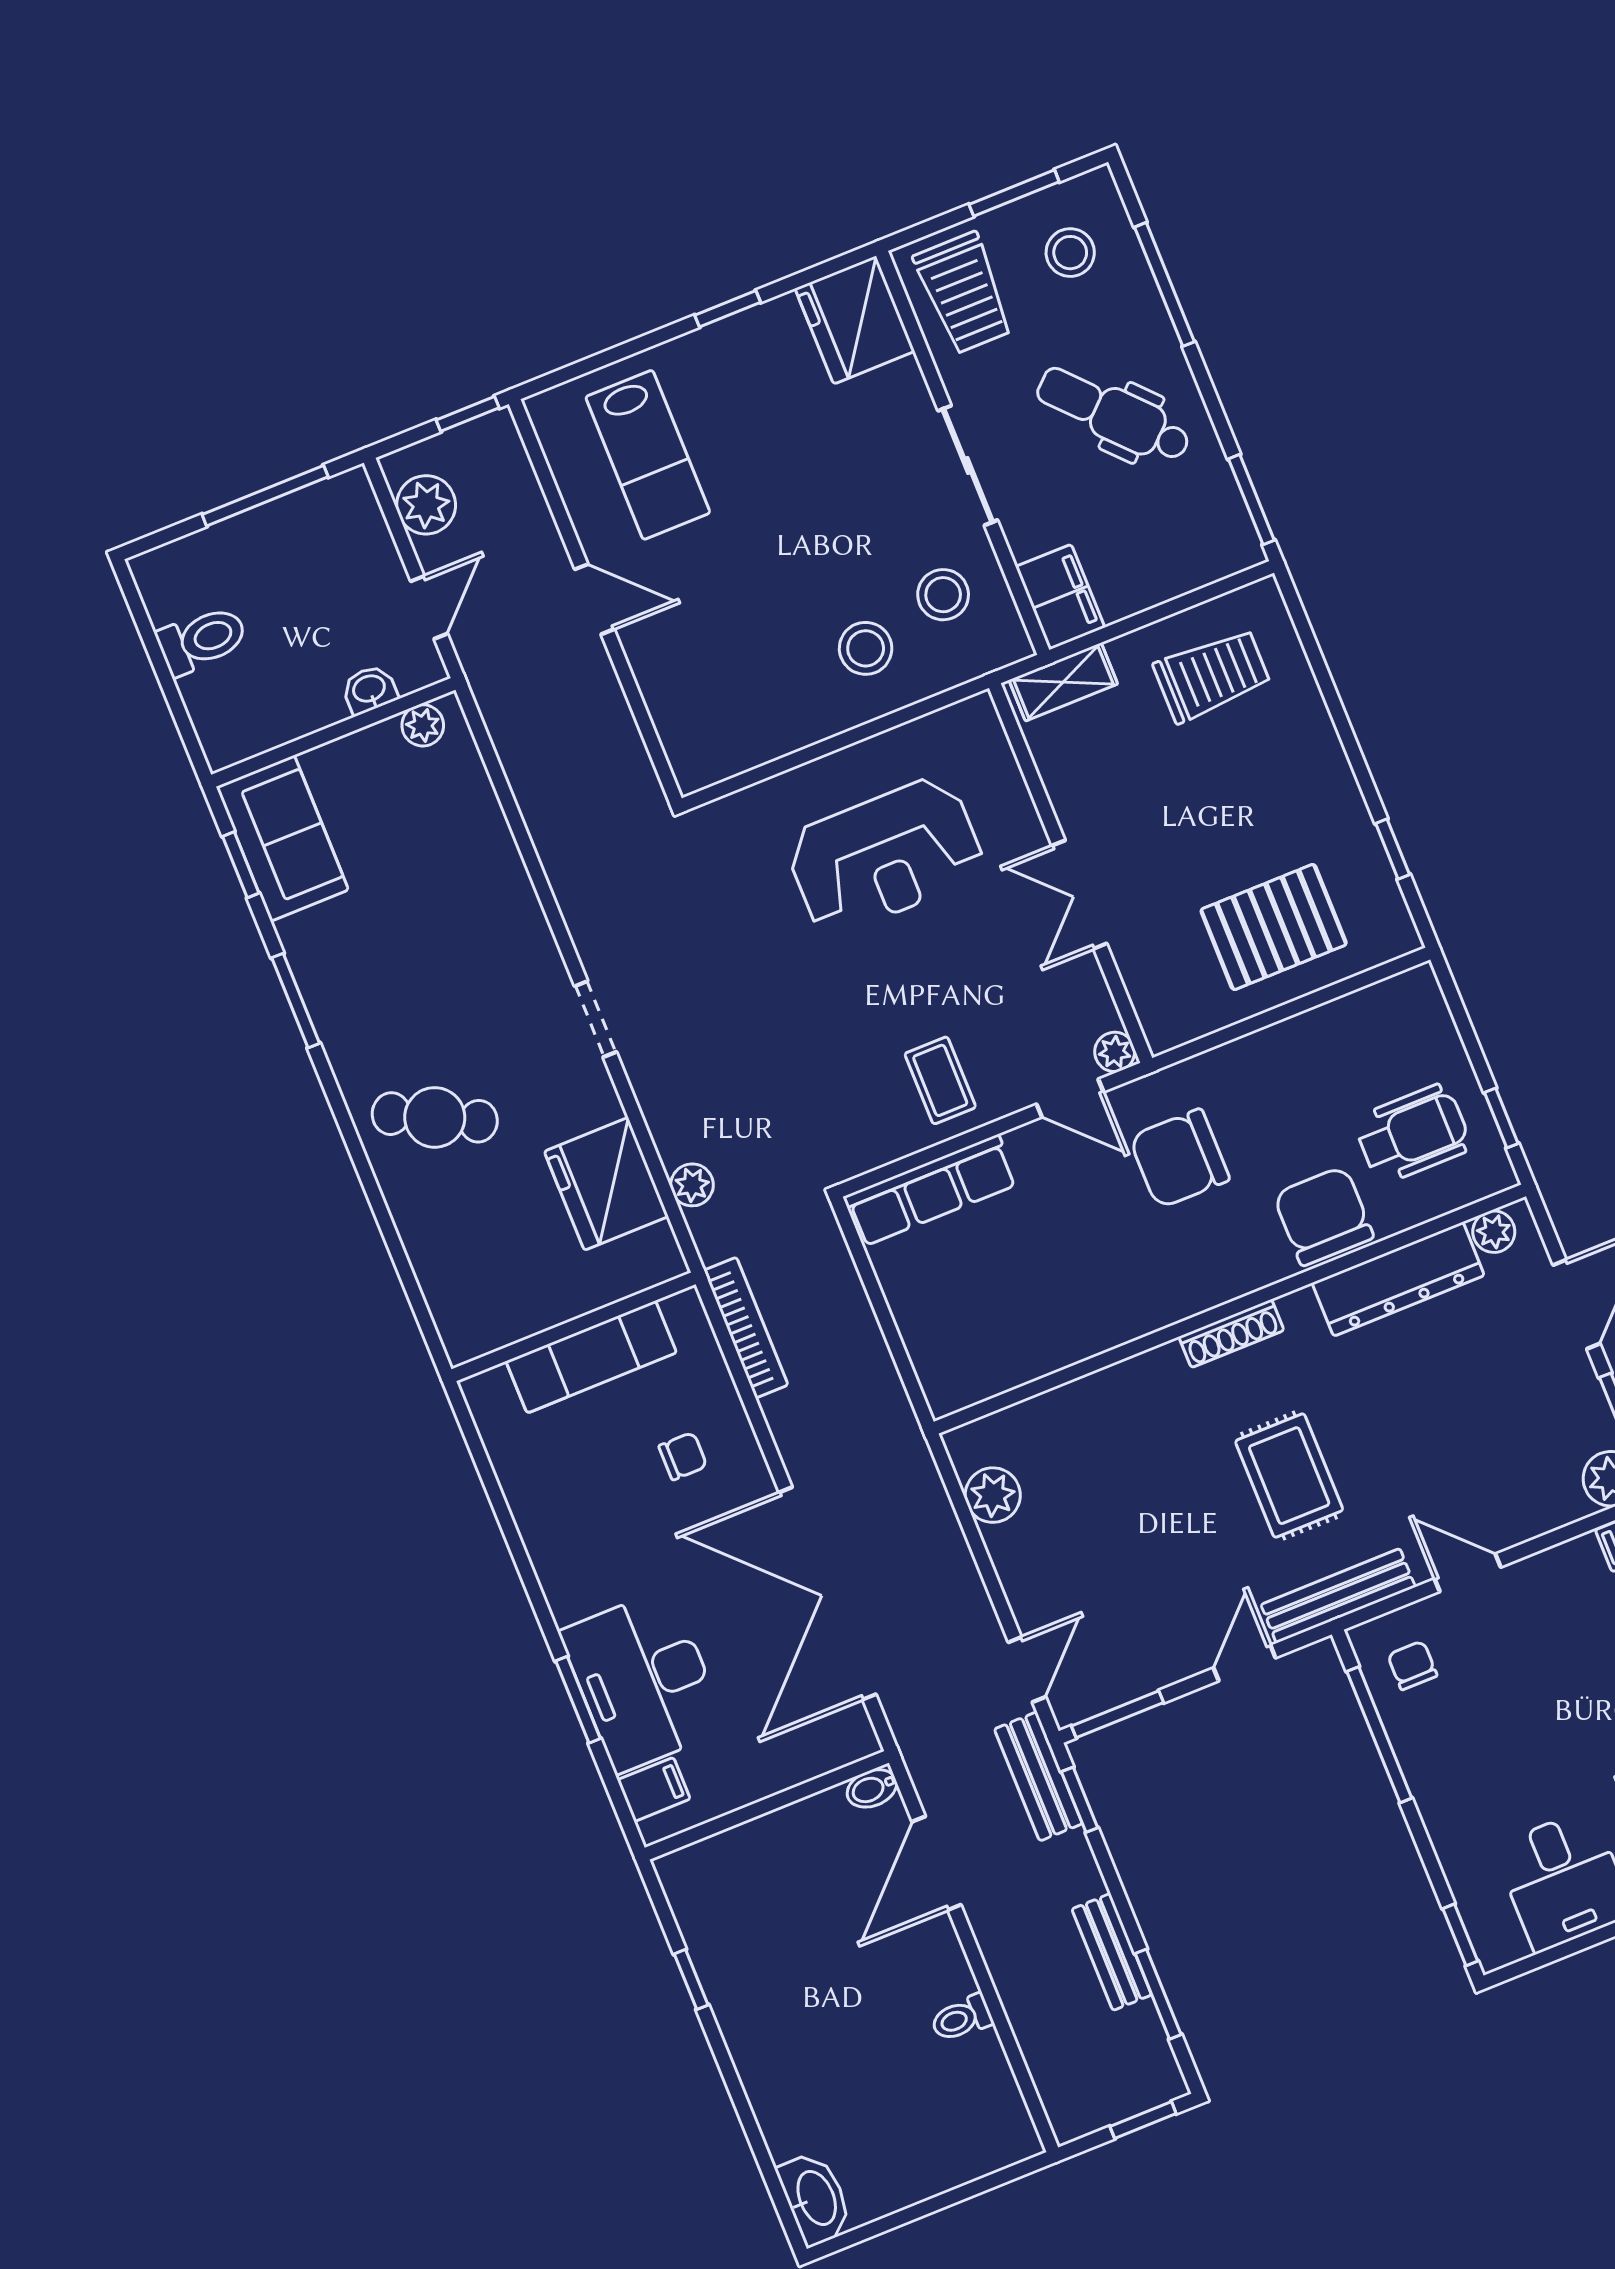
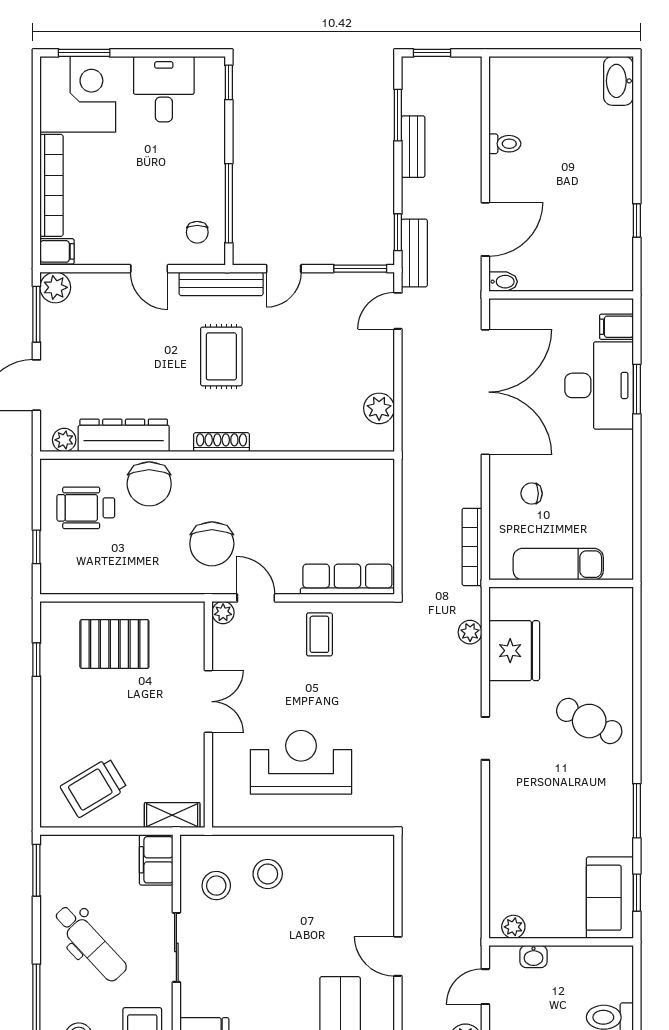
trolley: (1212, 675) -> (94, 787), turned -31
window: (1501, 1118) -> (36, 547), moved
chair: (1179, 1158) -> (212, 544), turned 90

